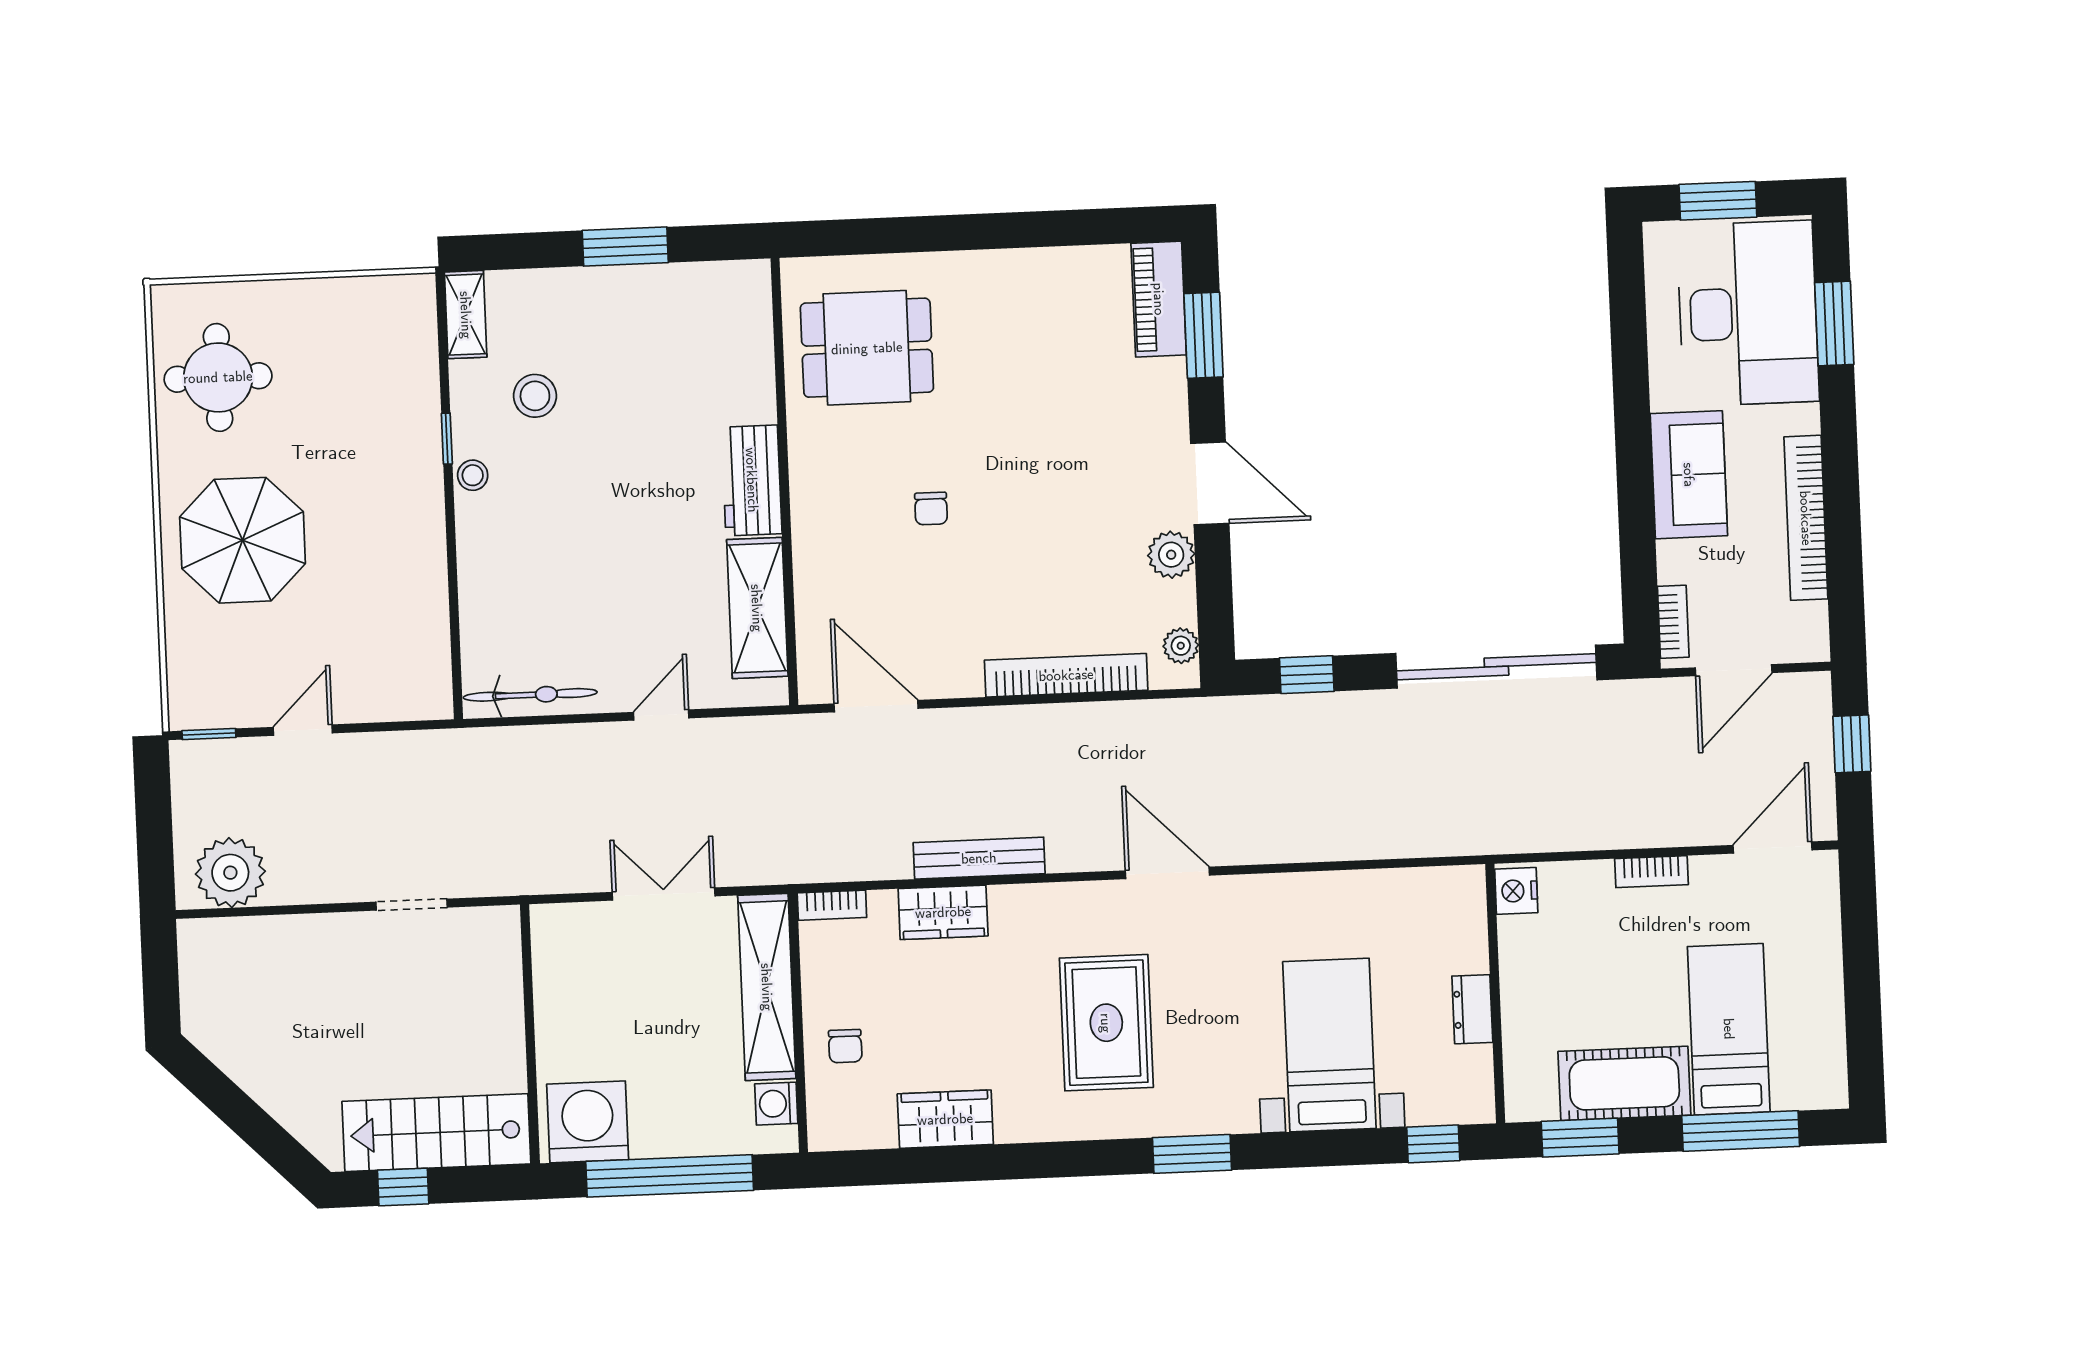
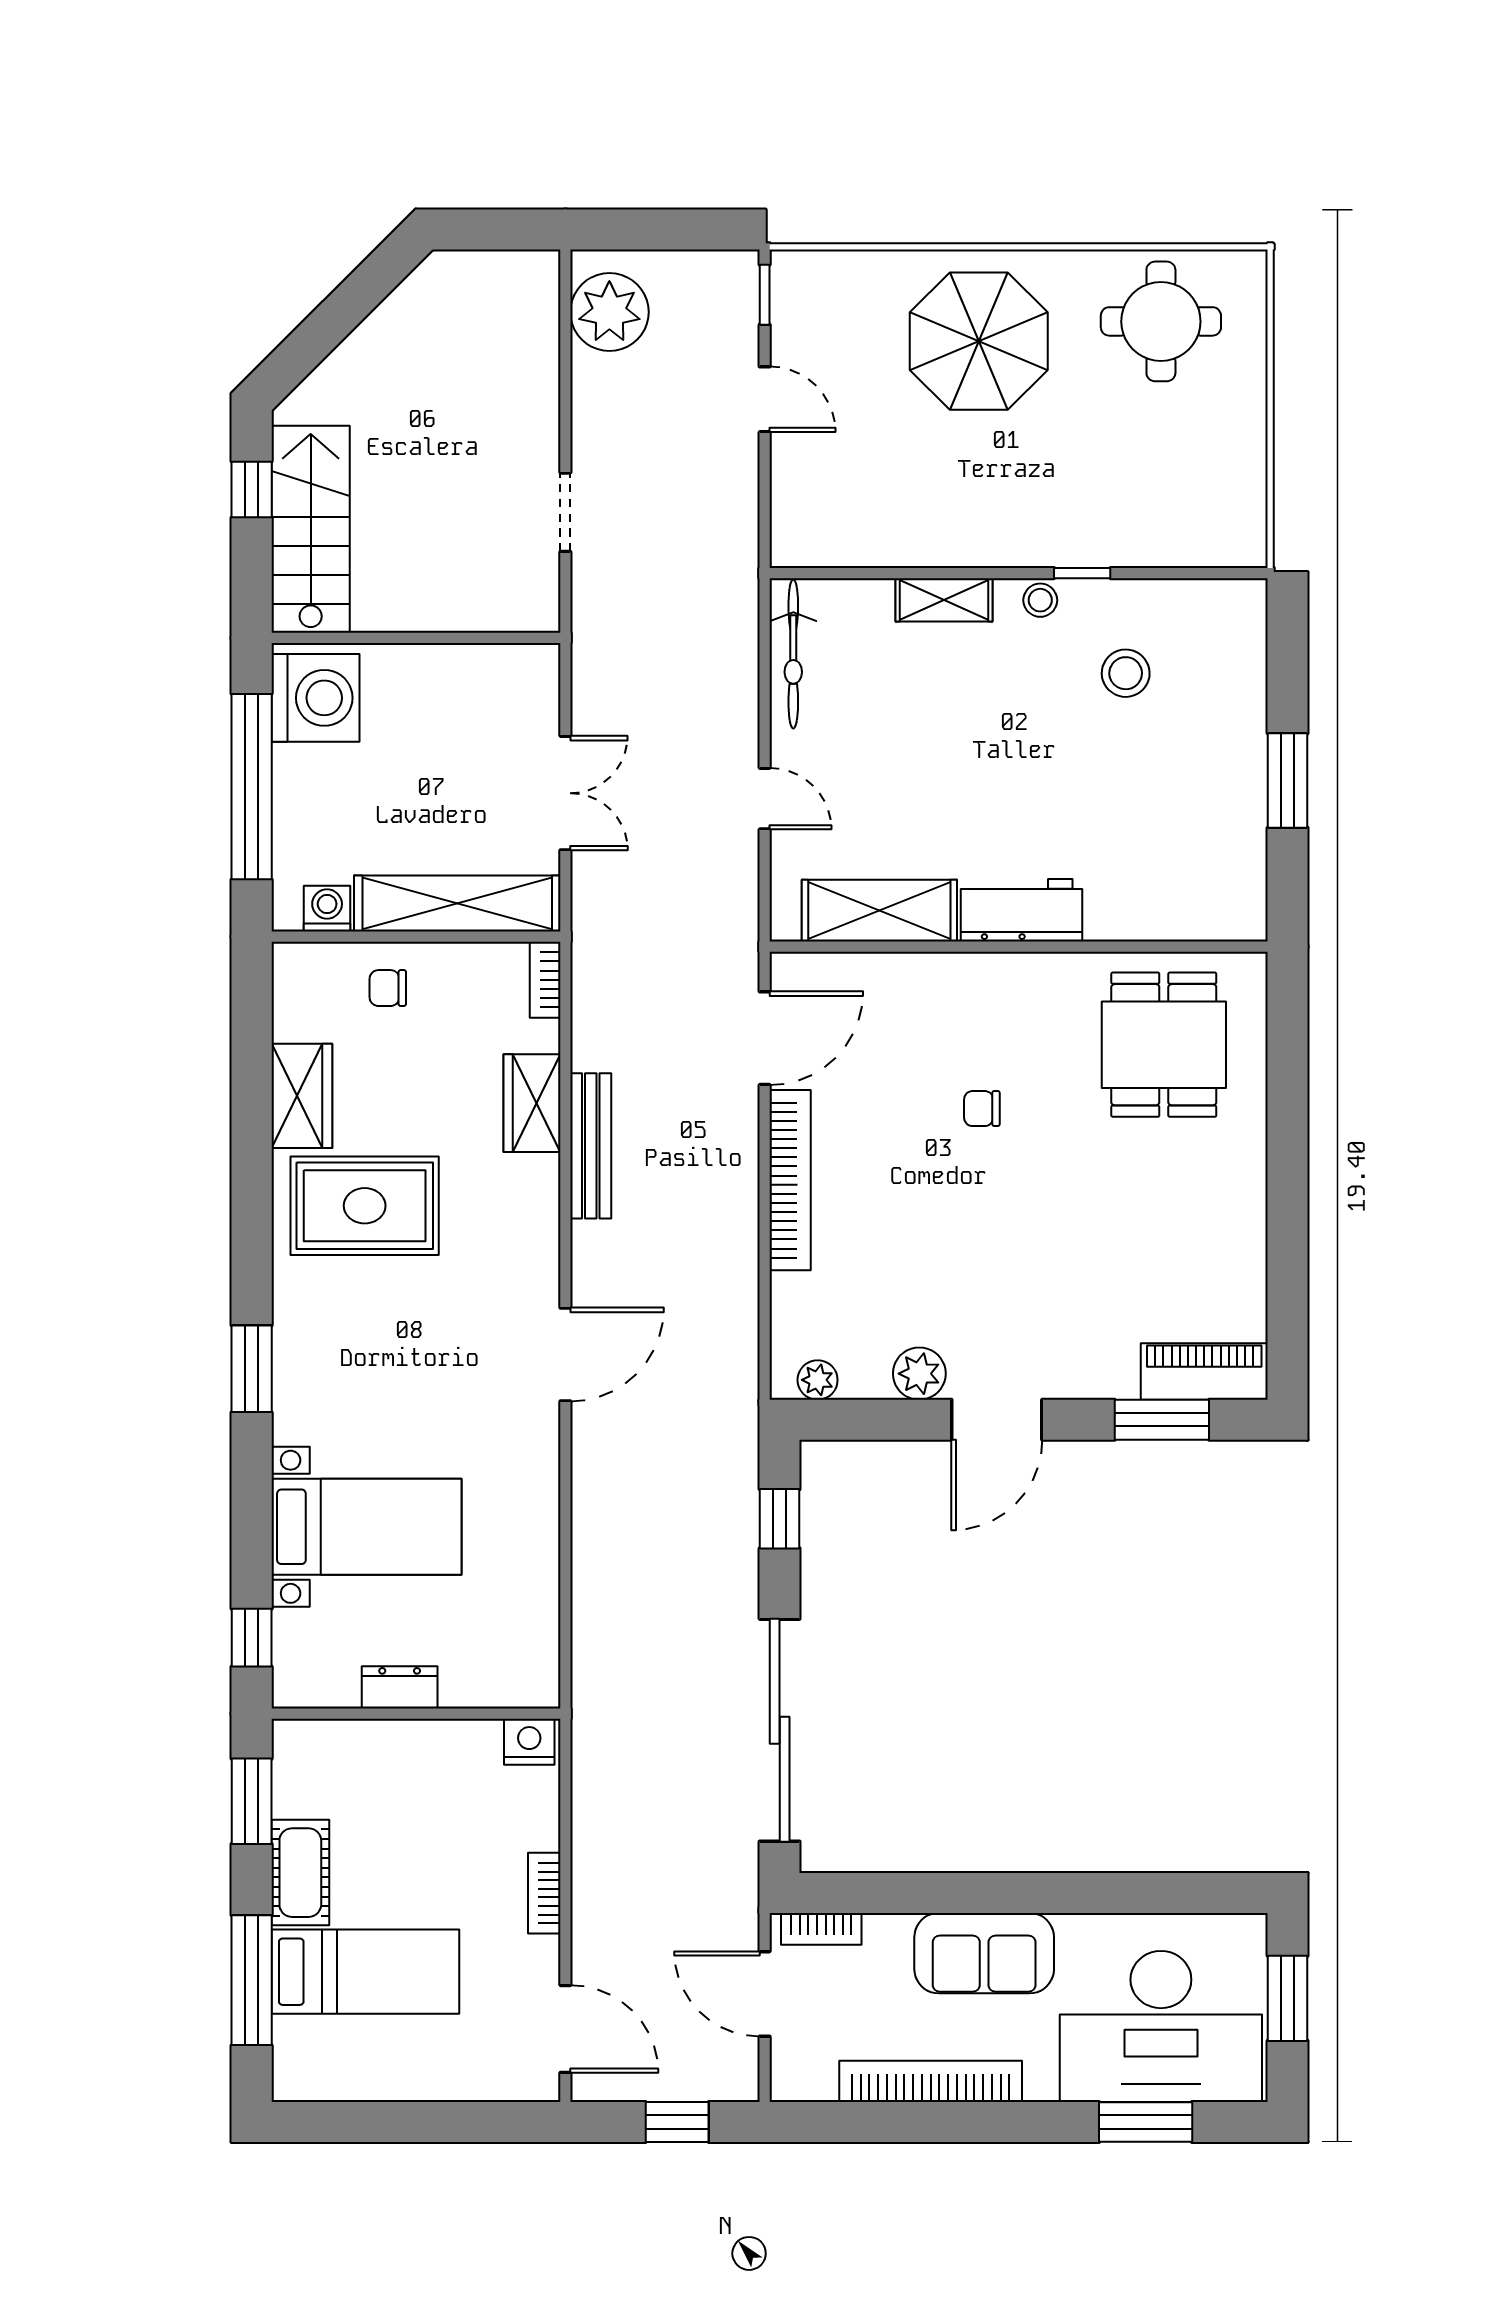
shelving: (466, 315) -> (944, 600), moved
bookcase: (1066, 675) -> (790, 1180), moved
rug: (1106, 1023) -> (365, 1206), moved
cot: (1624, 1083) -> (300, 1873), width x0.73, depth x0.75

